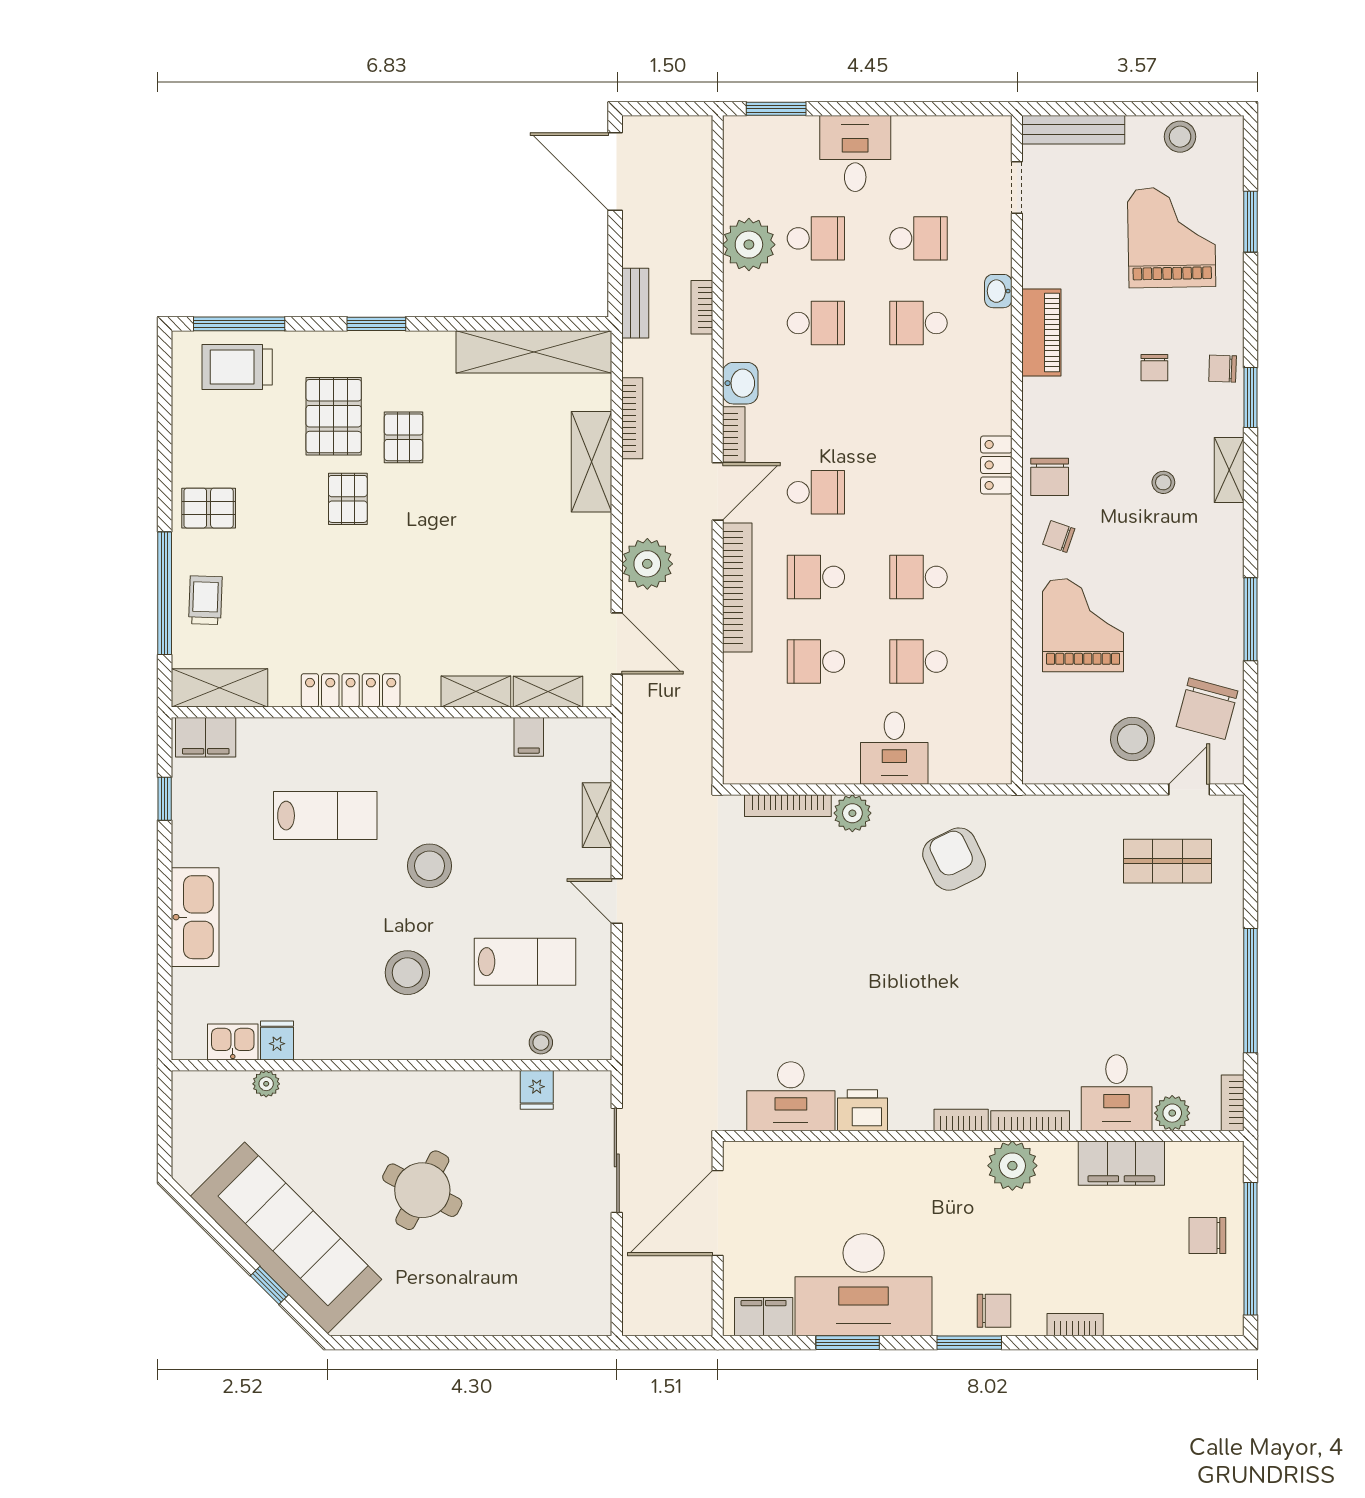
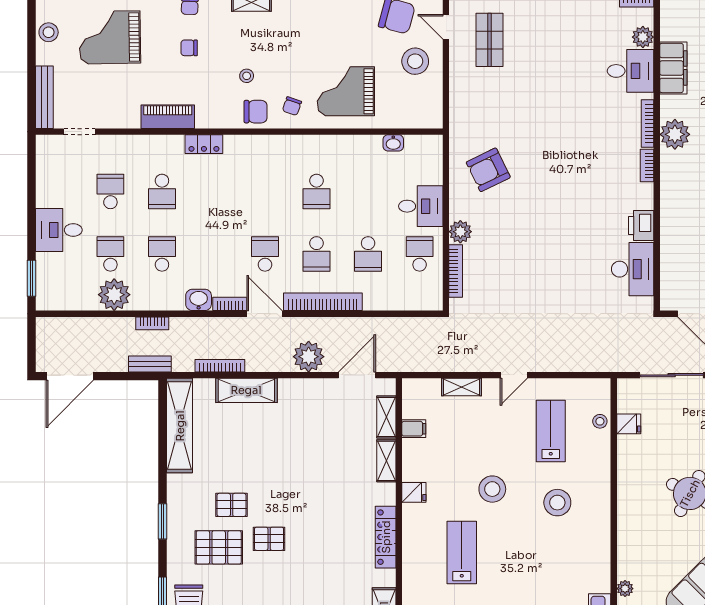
washbasin: (998, 291) -> (393, 143), moved
chair: (1154, 368) -> (189, 48), turned 180
locker: (996, 465) -> (204, 144), moved
stool: (1163, 482) -> (247, 76), moved
school desk: (919, 662) -> (420, 254), moved, turned 180
fridge: (277, 1041) -> (414, 492), moved, turned 180

